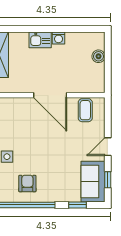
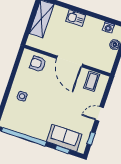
washing machine: (59, 38) -> (108, 27), moved
sofa: (93, 182) -> (64, 138), moved, turned 90
armchair: (27, 184) -> (38, 64), moved, turned -90

